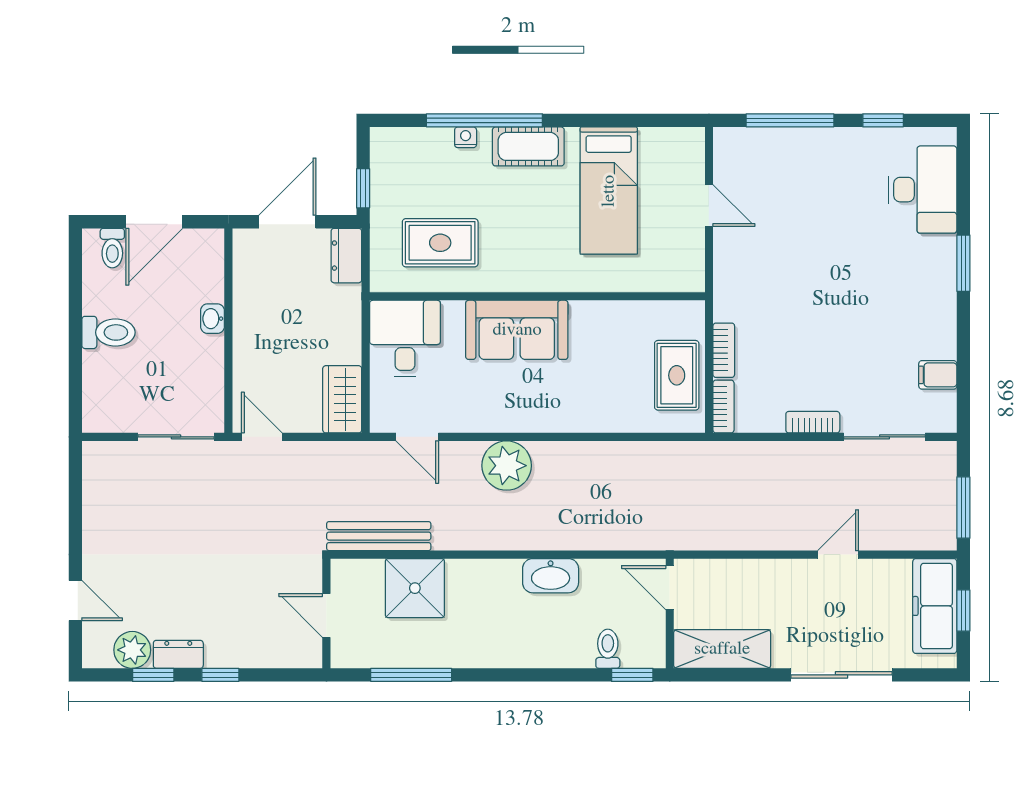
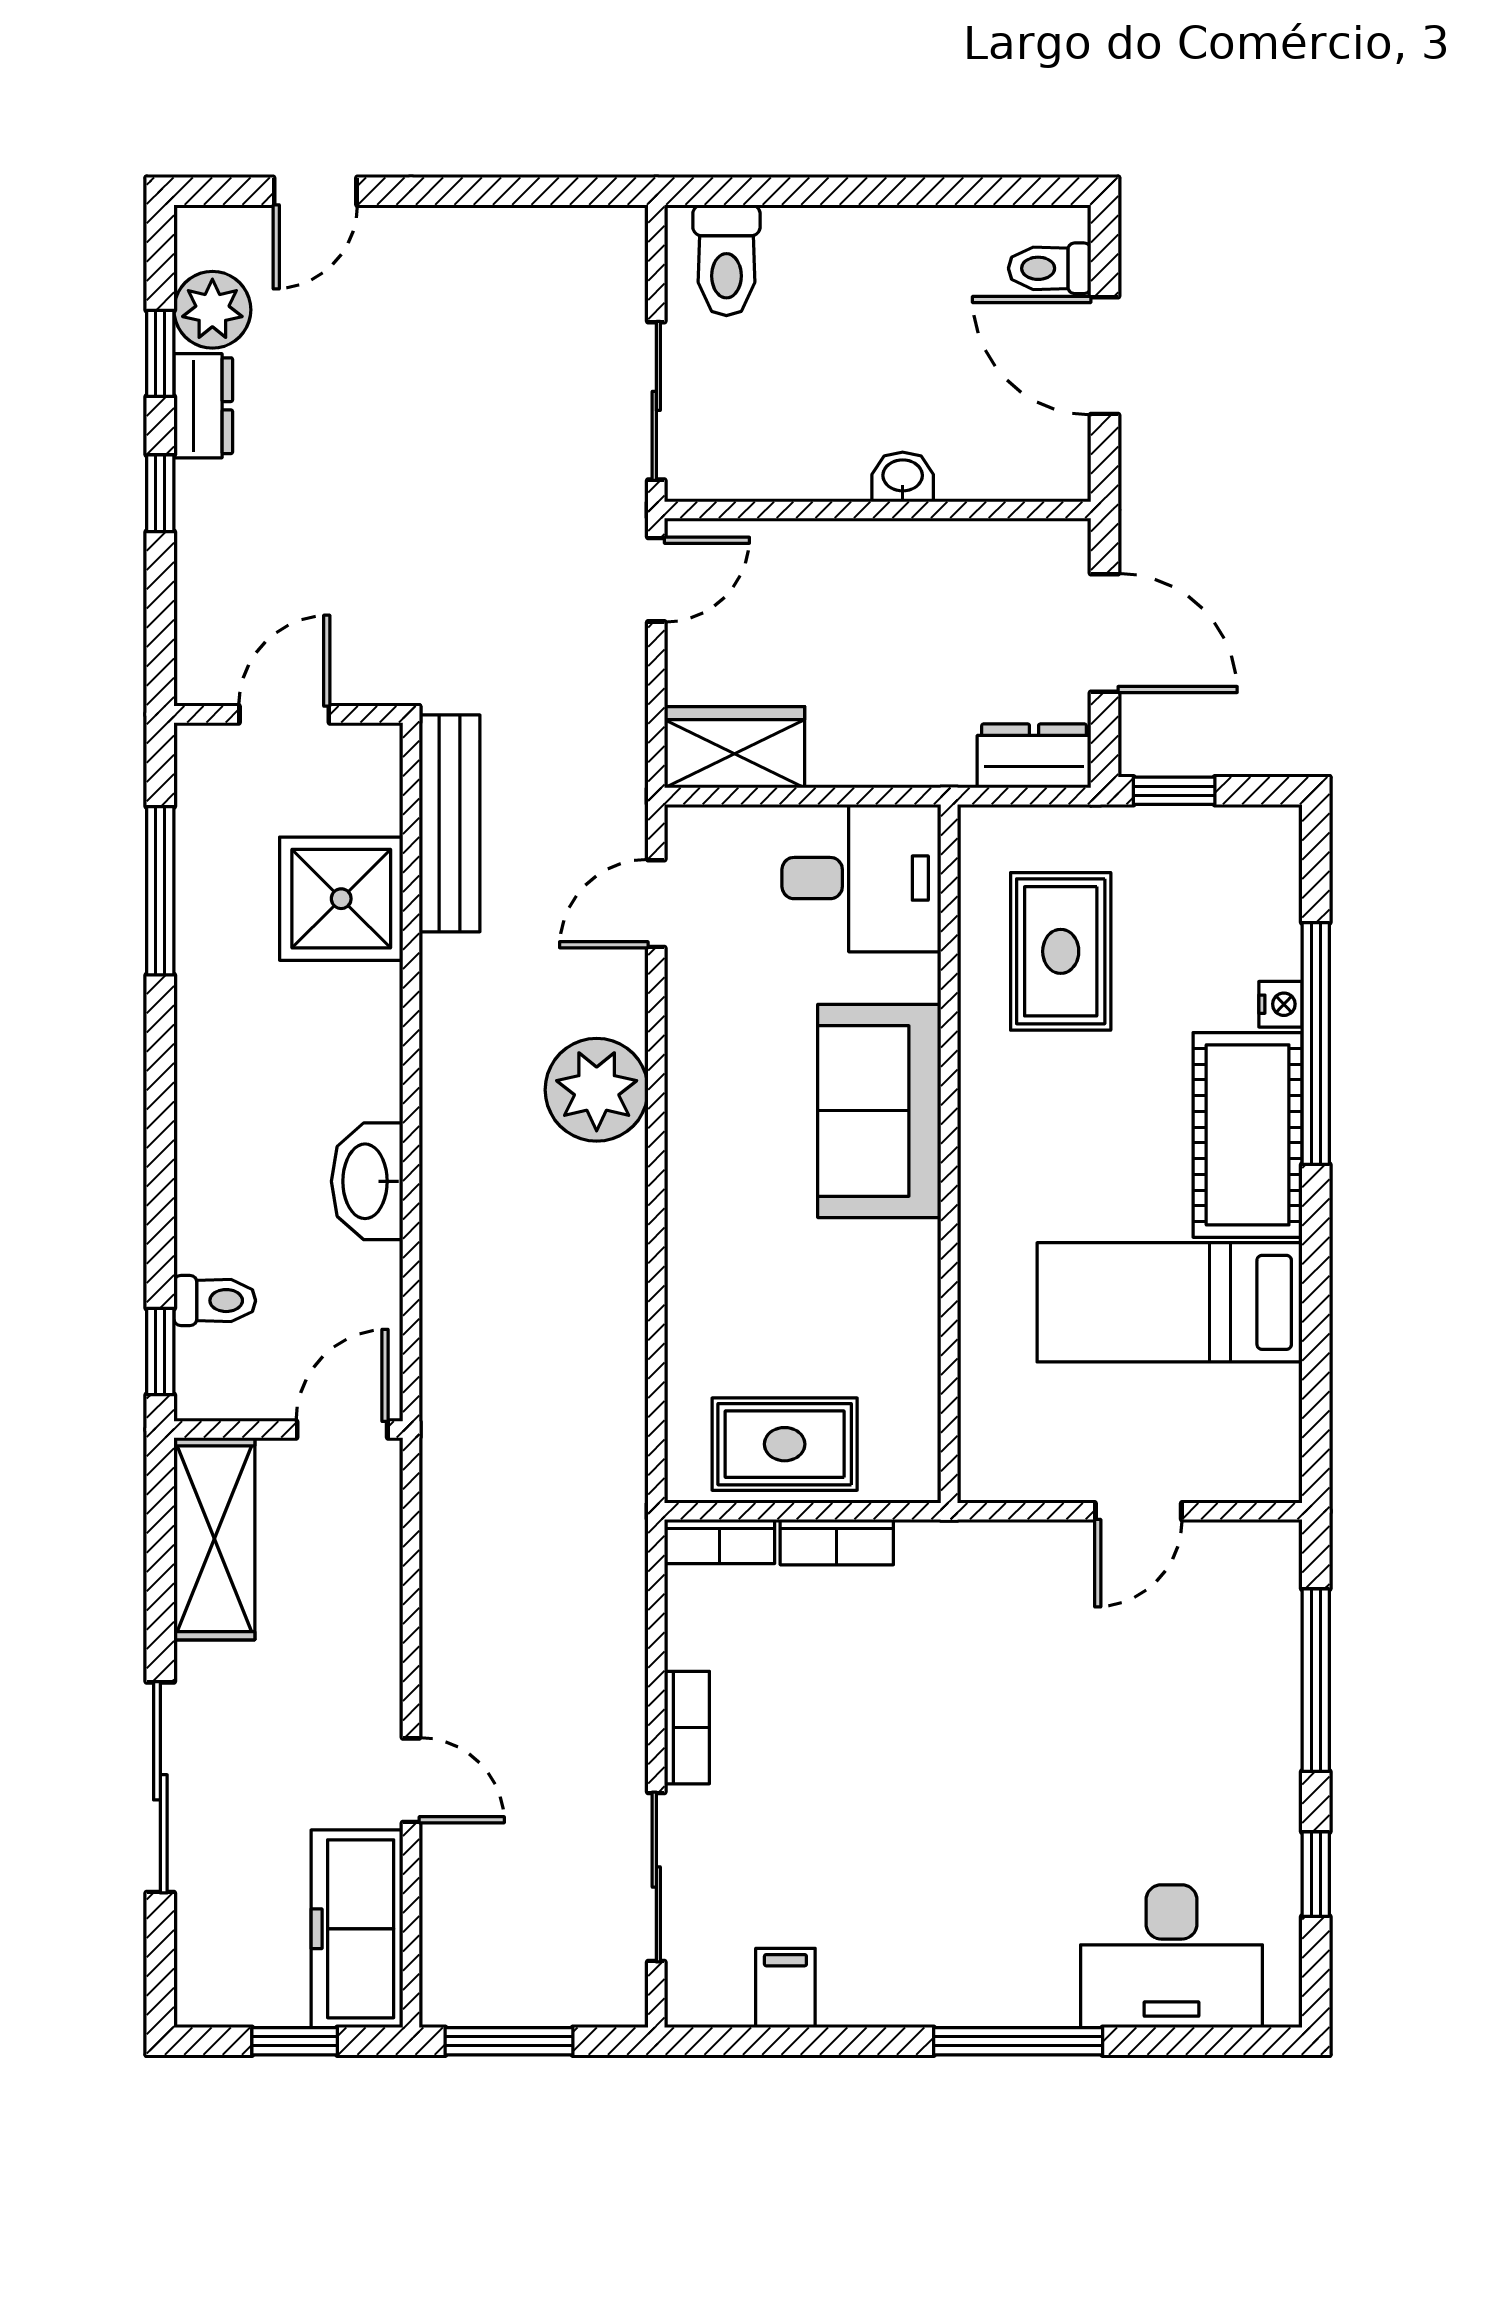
cot: (528, 146) -> (1248, 1135), width x1.37, depth x1.34
window: (963, 263) -> (1018, 2041), width x1.44
toilet: (108, 332) -> (726, 260), moved
freezer: (935, 606) -> (357, 1929), moved, turned -90

